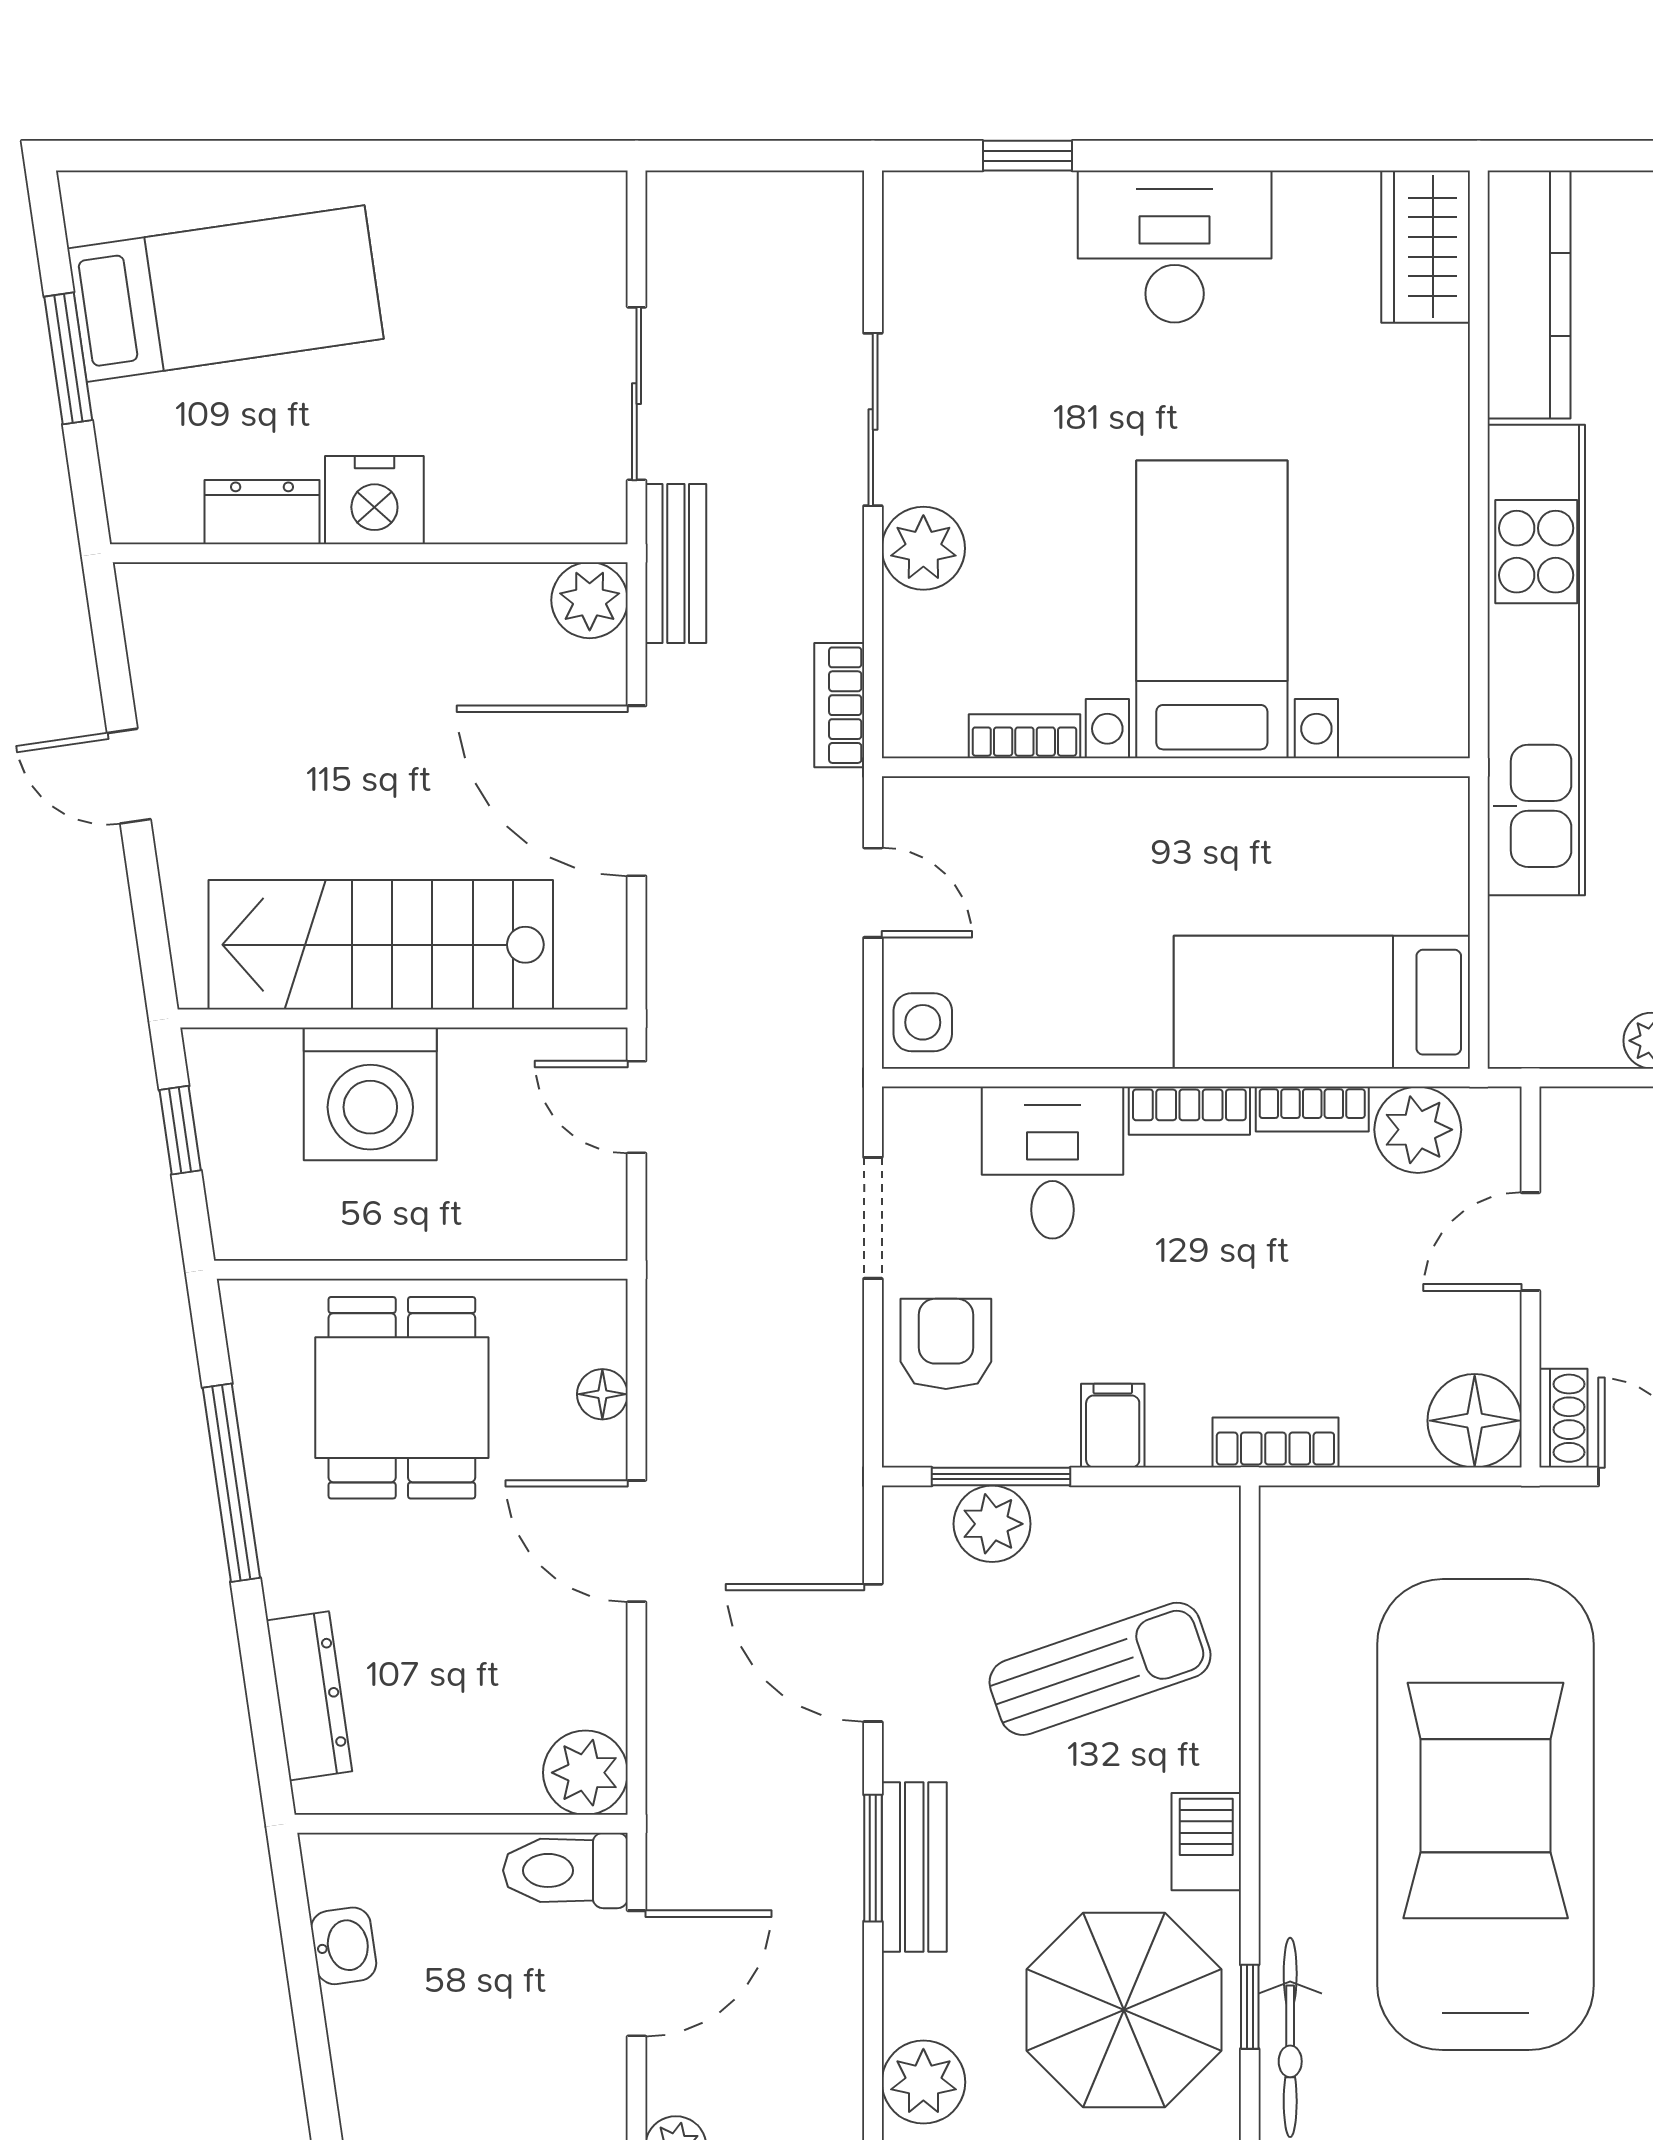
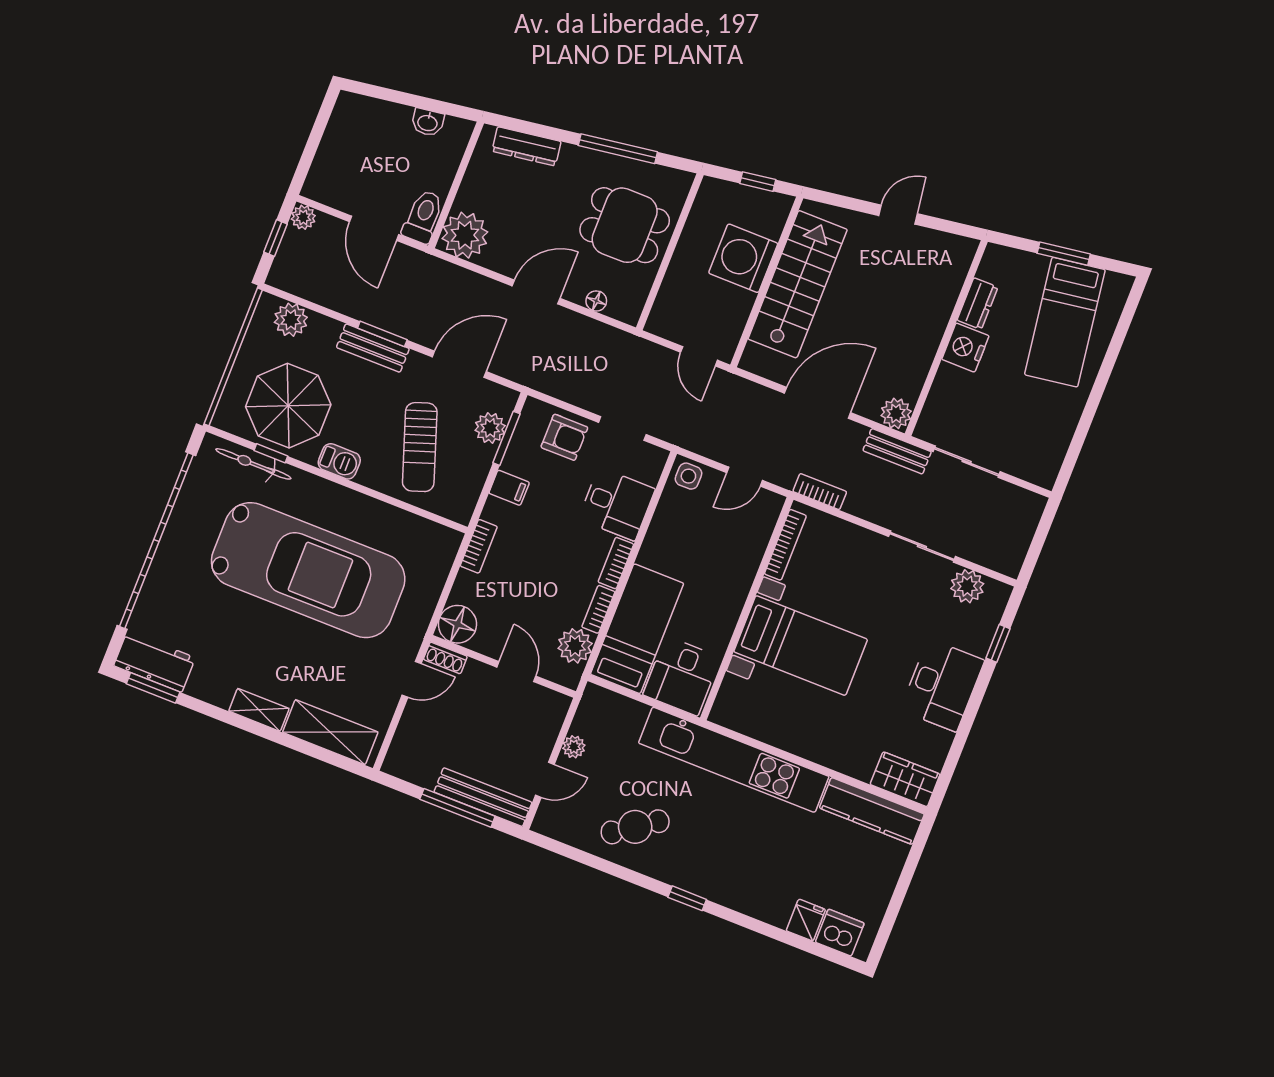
plant: (923, 548) -> (967, 586), moved
bookcase: (1024, 736) -> (785, 545), width x1.56
desk: (1390, 856) -> (682, 676), added
door: (637, 1107) -> (699, 356), swing flipped
plant: (585, 1773) -> (465, 235), width x1.36, depth x1.36

